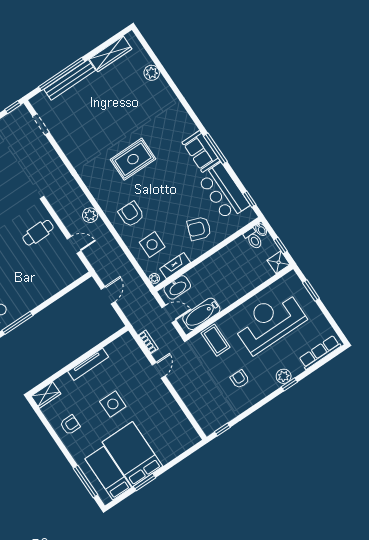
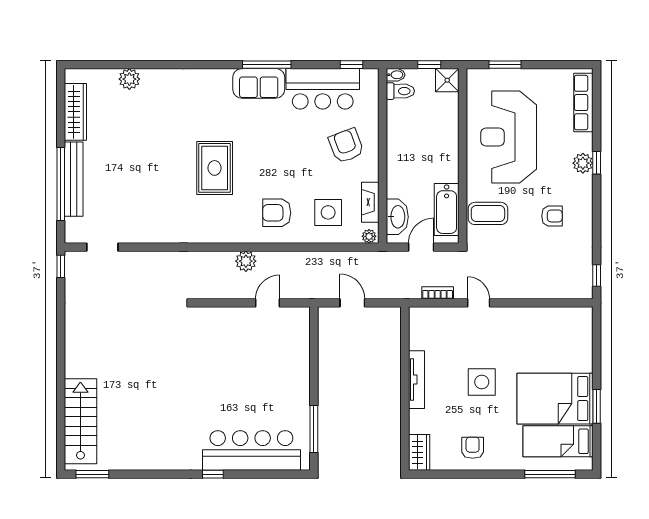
armchair: (199, 229) -> (346, 146), turned 139
cafe table: (38, 233) -> (226, 335), removed
armchair: (240, 379) -> (552, 216), turned 180

